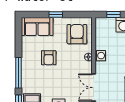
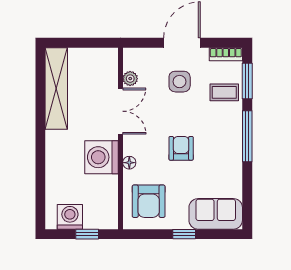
washing machine: (100, 56) -> (102, 157), width x1.89, depth x1.89
armchair: (49, 58) -> (181, 148), moved

